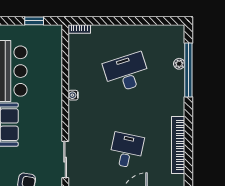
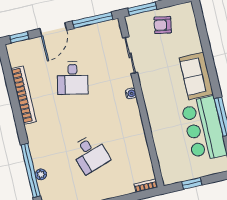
desk: (126, 73) -> (90, 154), width x0.73
water cooler: (73, 95) -> (131, 94), moved

